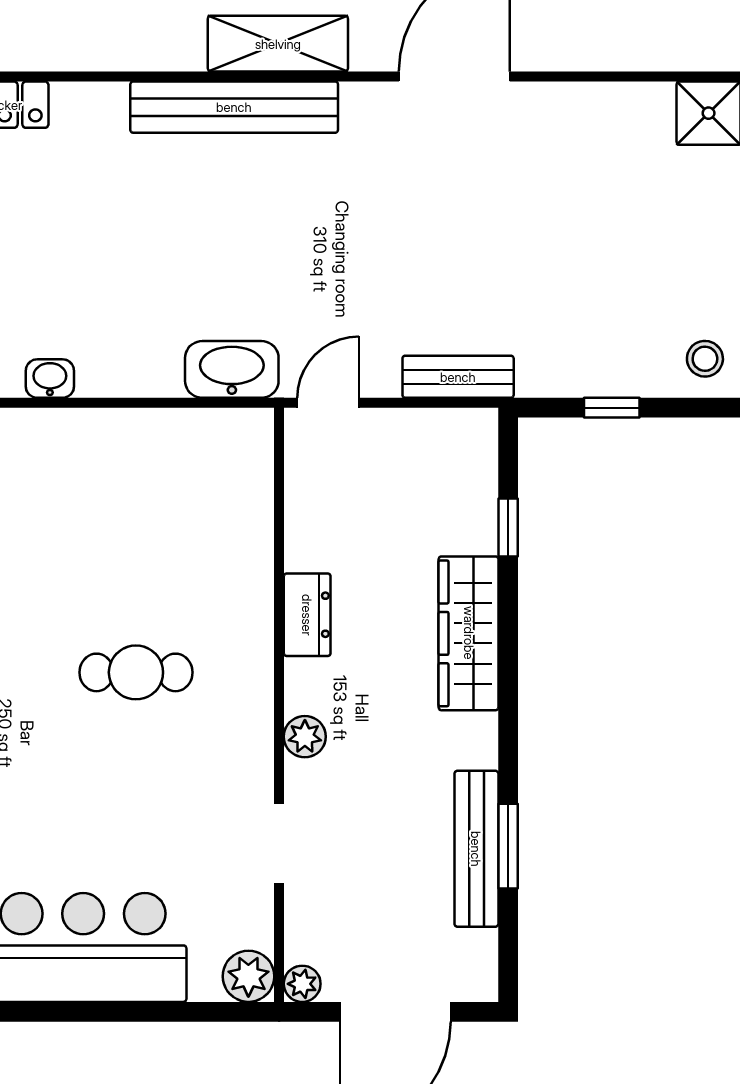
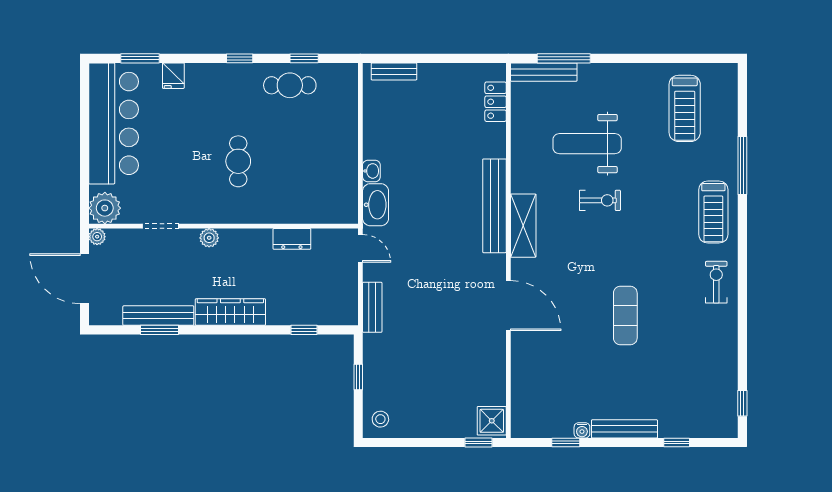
washbasin: (50, 379) -> (371, 171), moved
dresser: (307, 615) -> (292, 239), moved
wardrobe: (469, 633) -> (230, 312), moved
plant: (248, 976) -> (105, 208), width x1.36, depth x1.36

